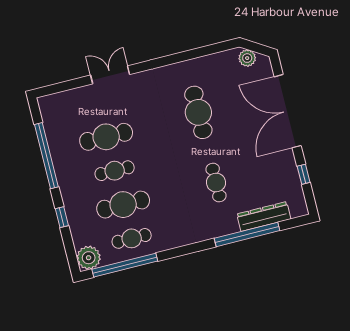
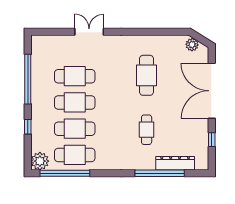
cafe table: (115, 171) -> (75, 102), width x1.37, depth x1.35
cafe table: (132, 238) -> (75, 155), width x1.37, depth x1.35

